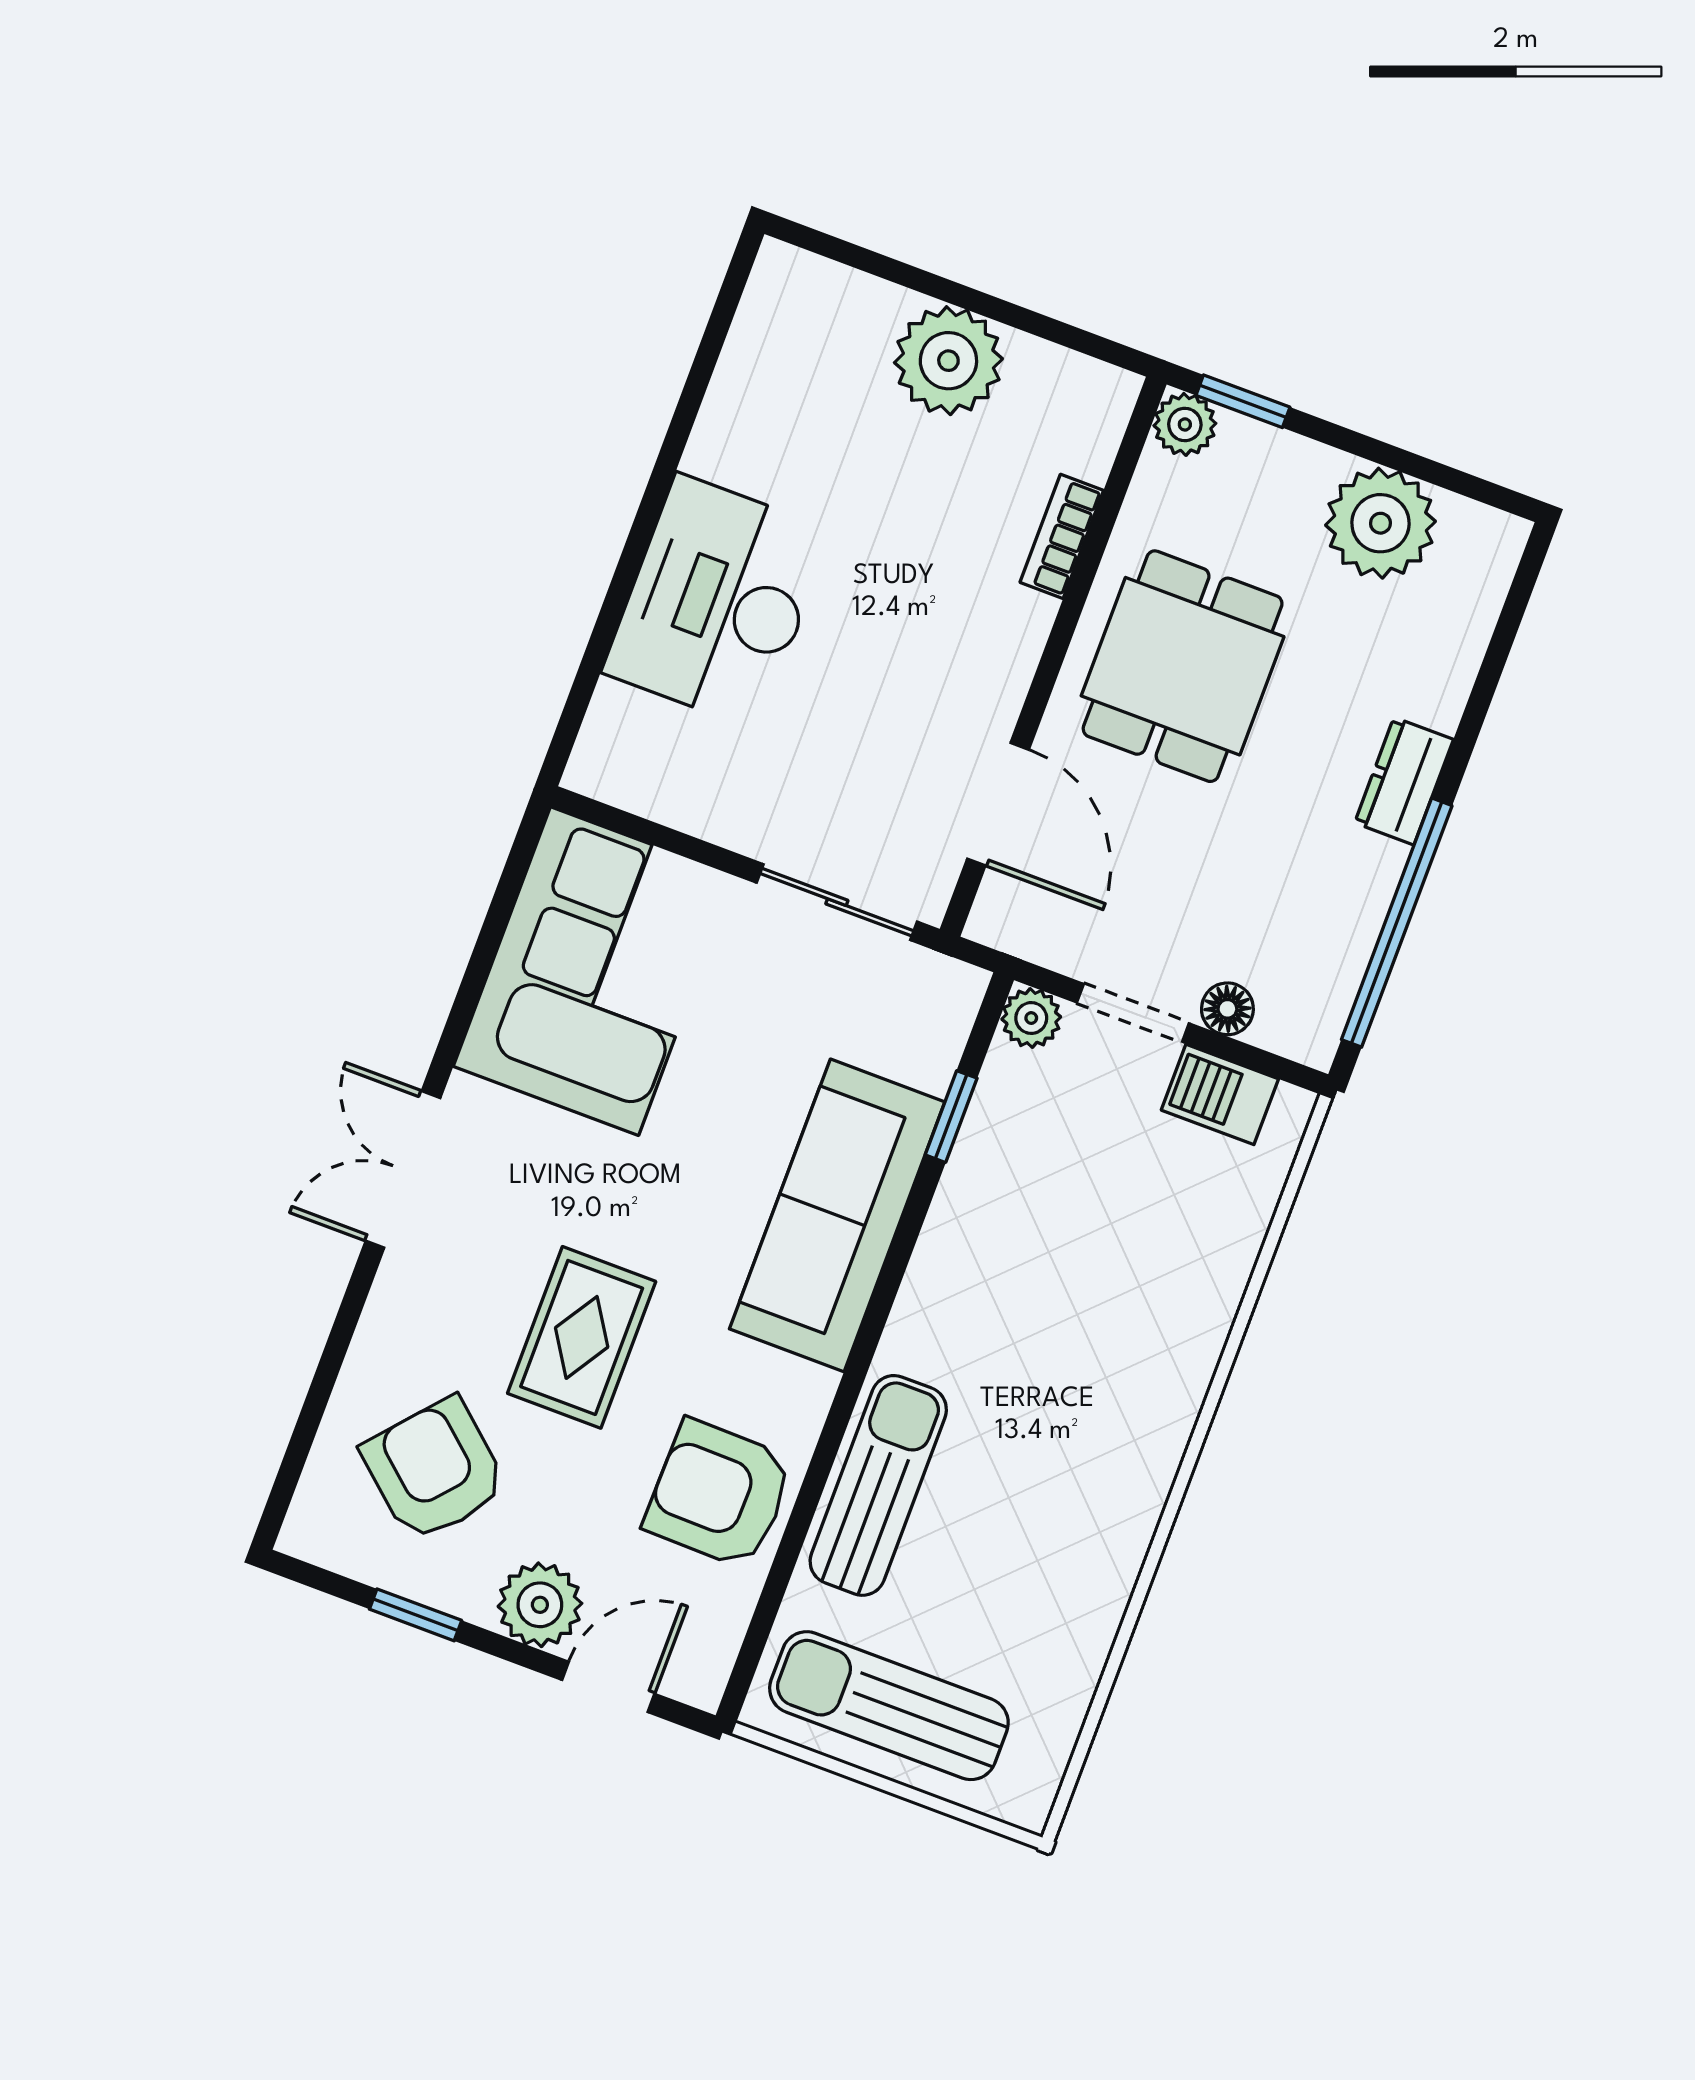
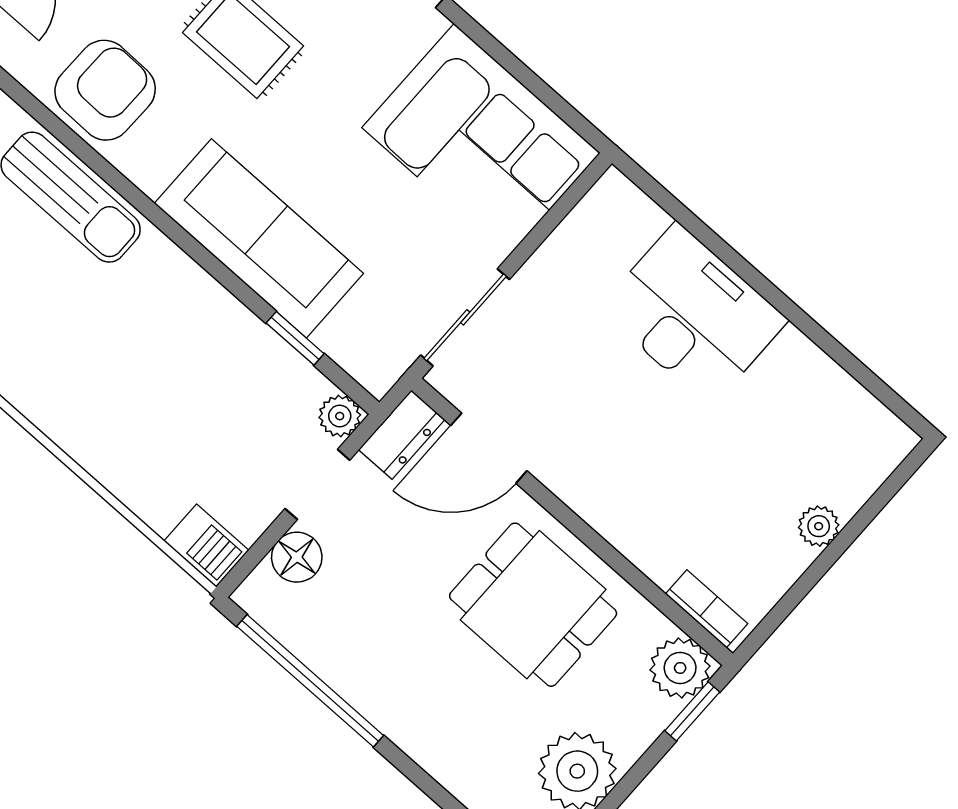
plant: (948, 361) -> (819, 526), width x0.53, depth x0.53
plant: (1185, 424) -> (680, 668), width x1.38, depth x1.38
bookcase: (1062, 536) -> (707, 609), moved
dresser: (1404, 781) -> (402, 435), moved, turned 90
floor lamp: (1227, 1009) -> (297, 557), width x1.37, depth x1.37
barbecue: (1220, 1094) -> (206, 546), moved, turned 90

